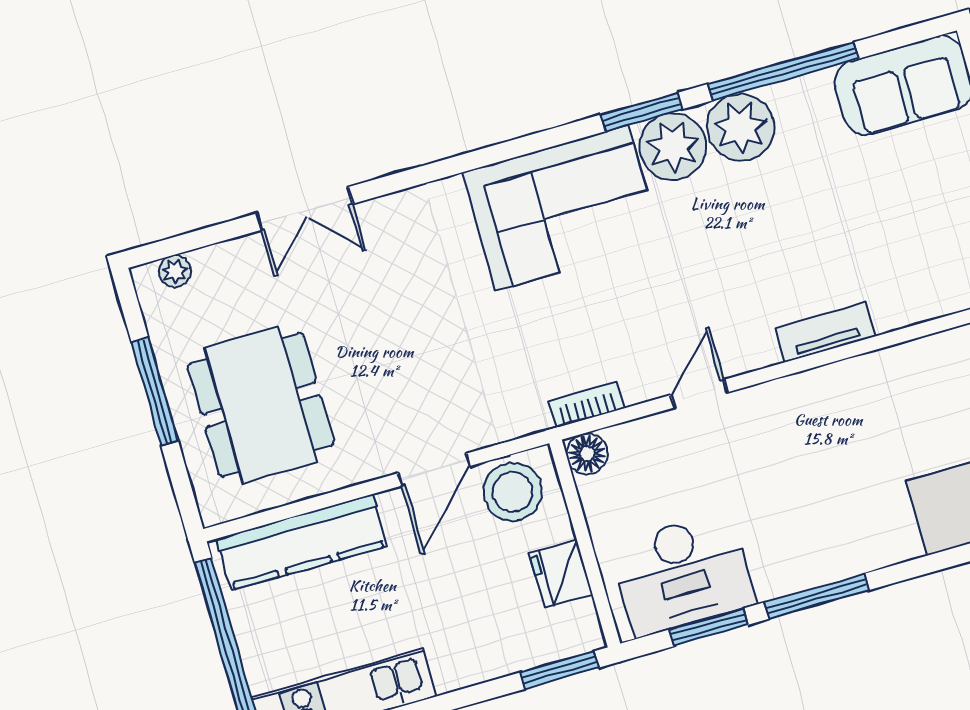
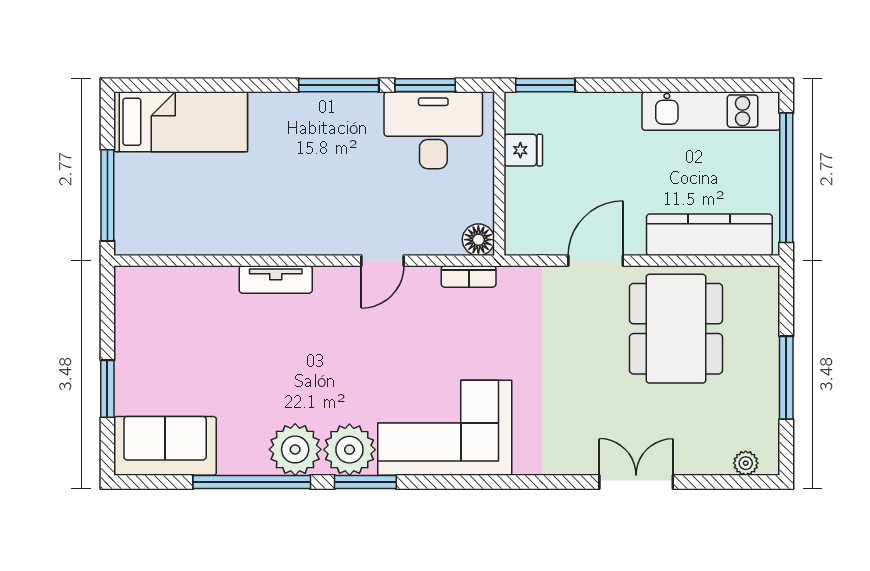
dining table: (261, 405) -> (676, 329), moved
stool: (513, 492) -> (542, 227), removed
fridge: (561, 574) -> (523, 150), width x0.72

